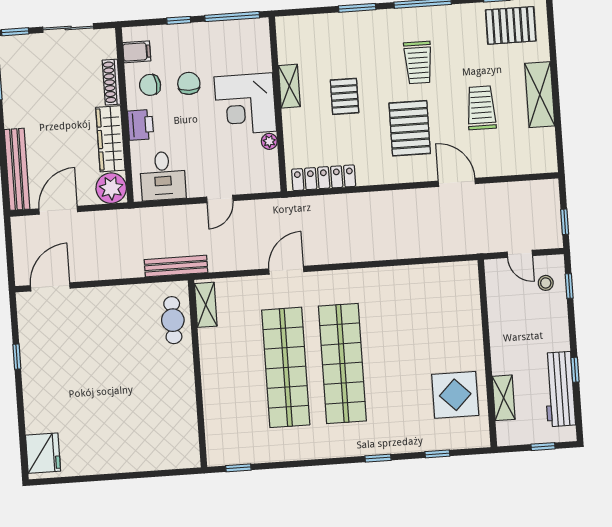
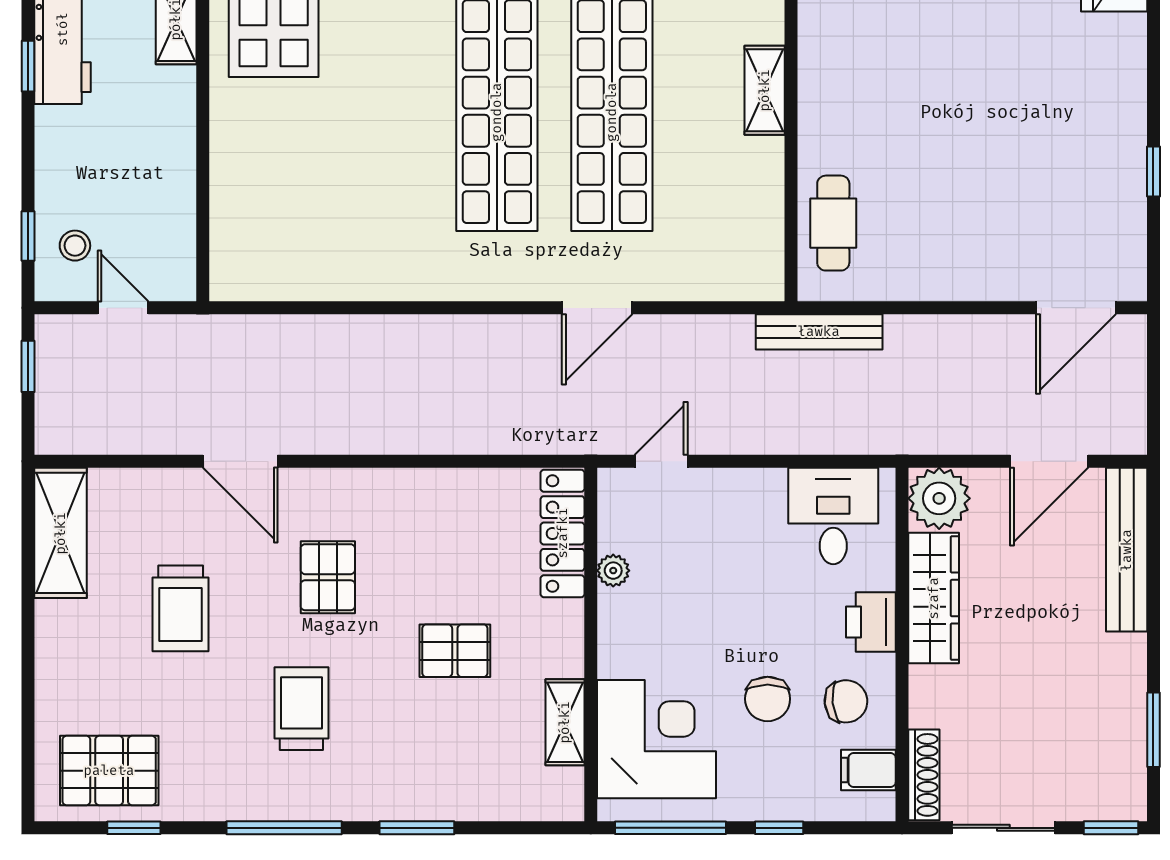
shoe rack: (111, 82) -> (924, 775), moved
shelving: (289, 86) -> (565, 722), moved
shelving: (540, 95) -> (61, 533), moved
pallet: (345, 96) -> (455, 651), turned 90
corner desk: (245, 104) -> (656, 739), moved
pallet: (410, 128) -> (328, 577), width x0.67, depth x0.71
locker: (324, 178) -> (563, 533), moved, turned 90
door: (220, 199) -> (661, 461), moved
shelving: (206, 305) -> (765, 90), moved

